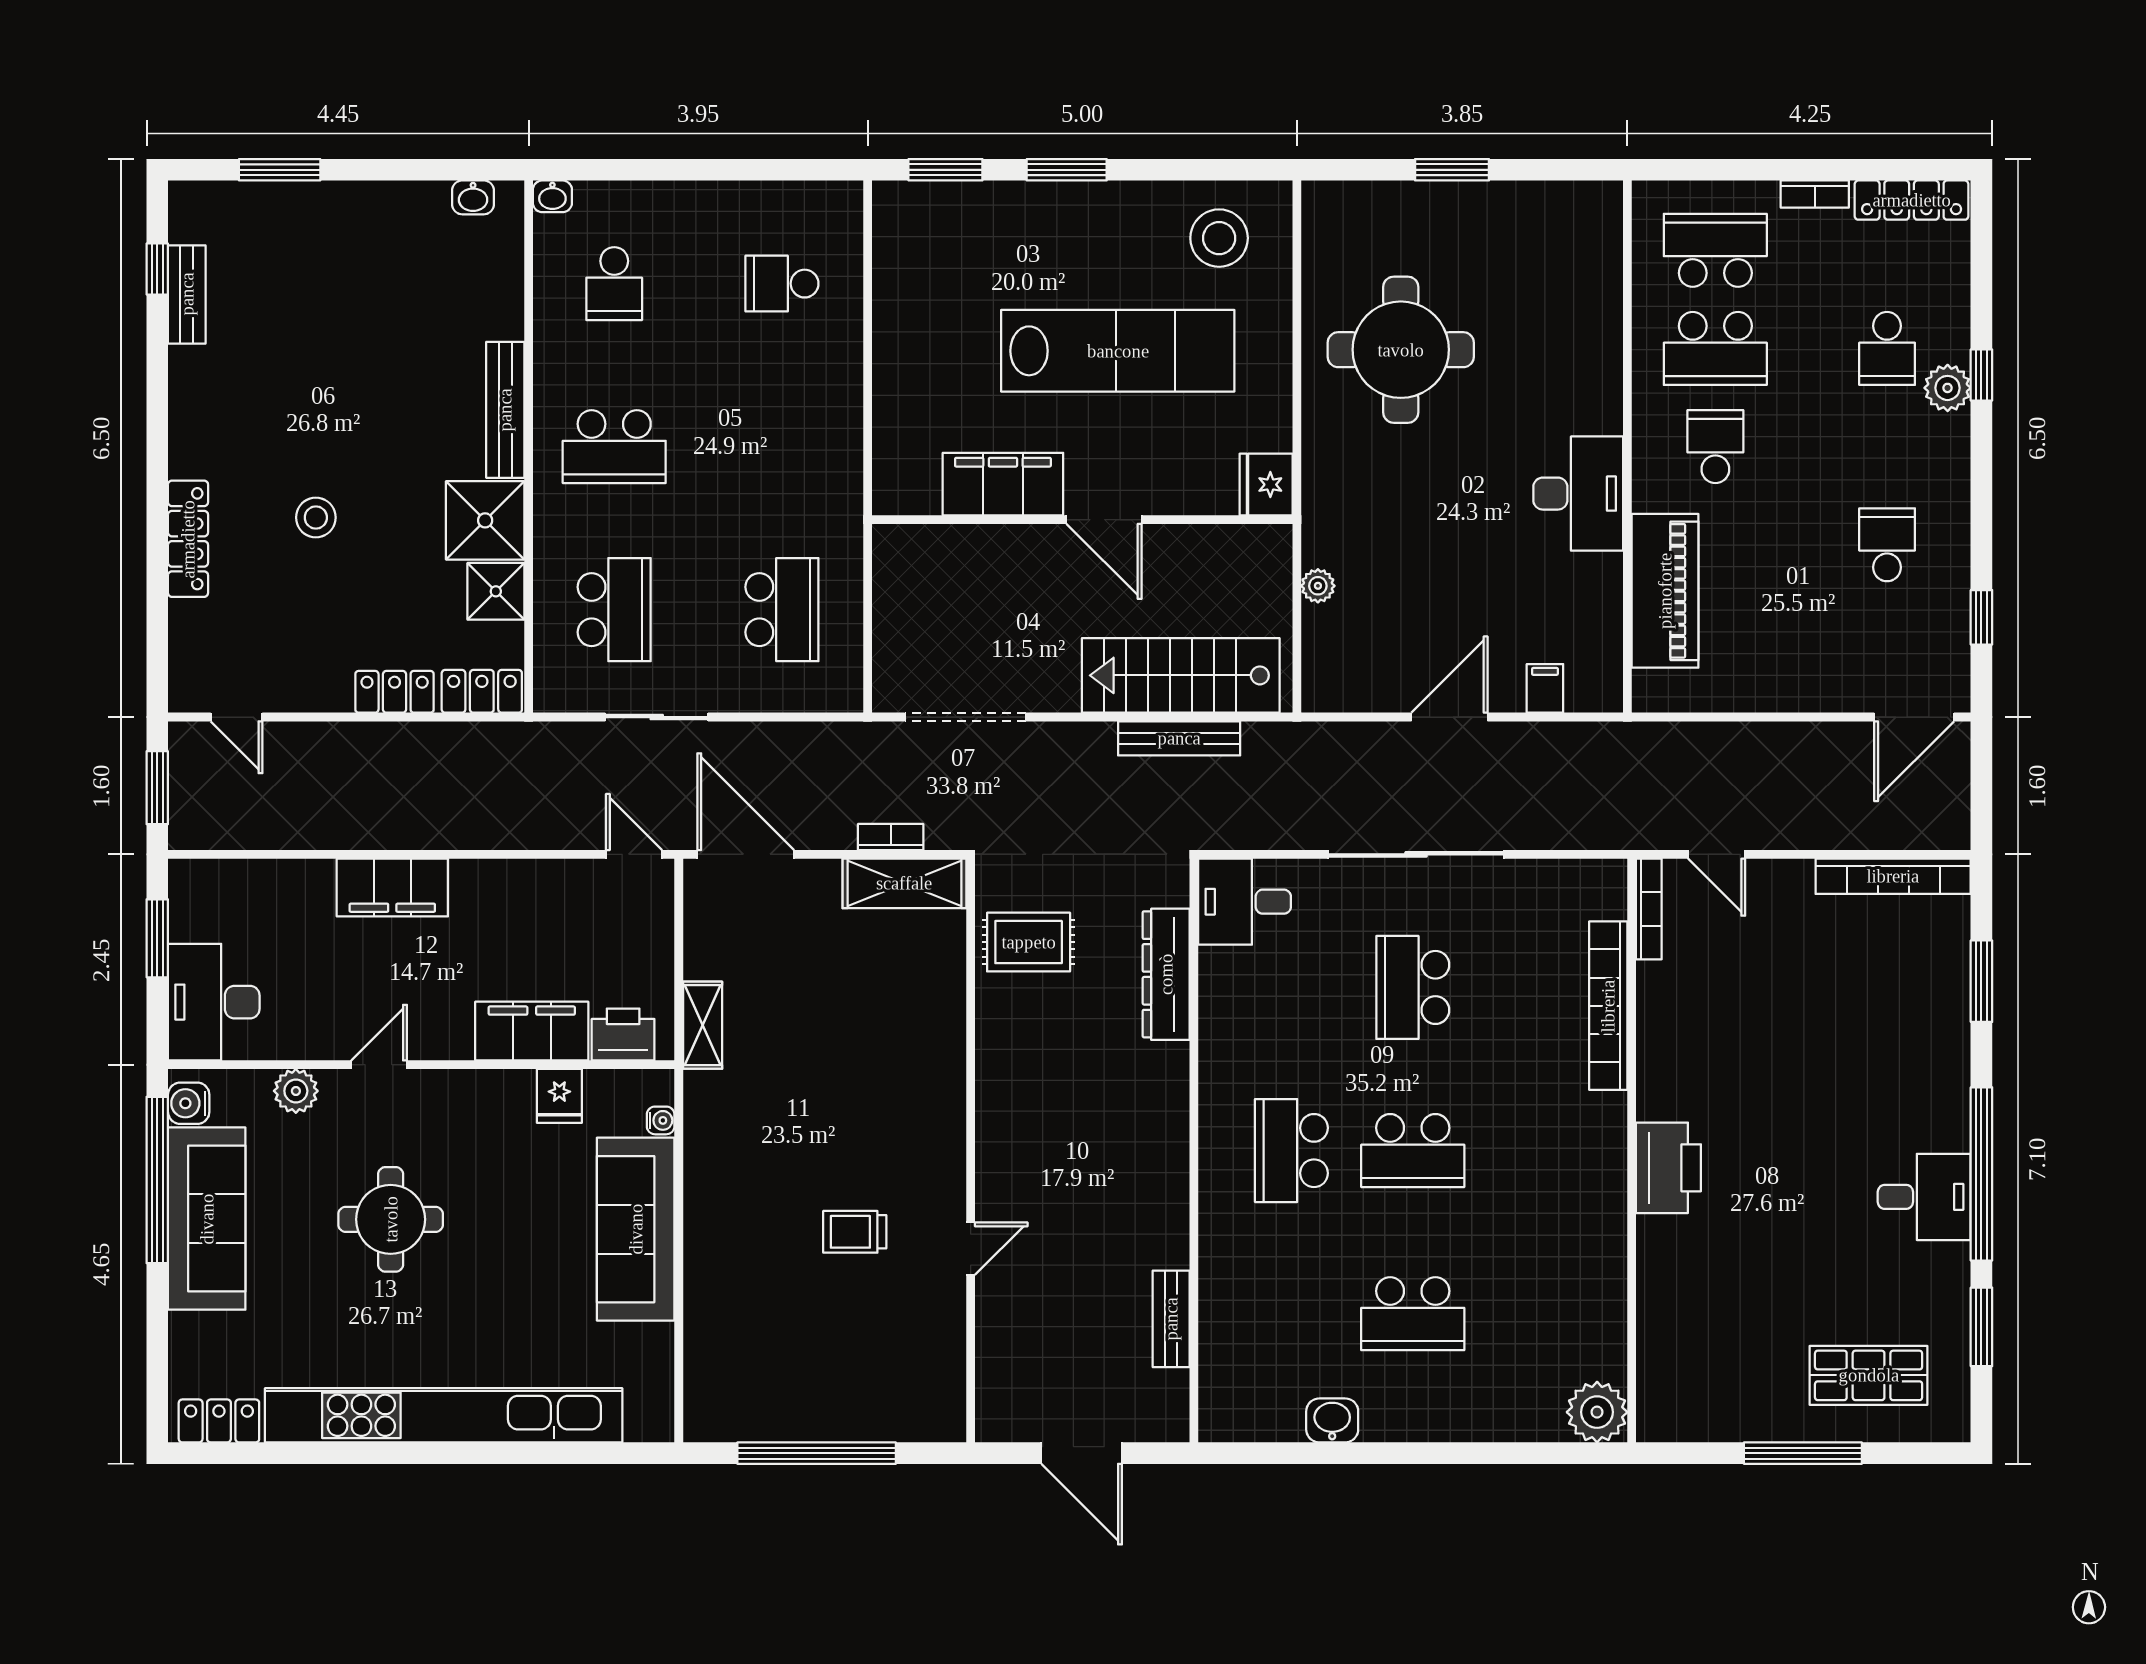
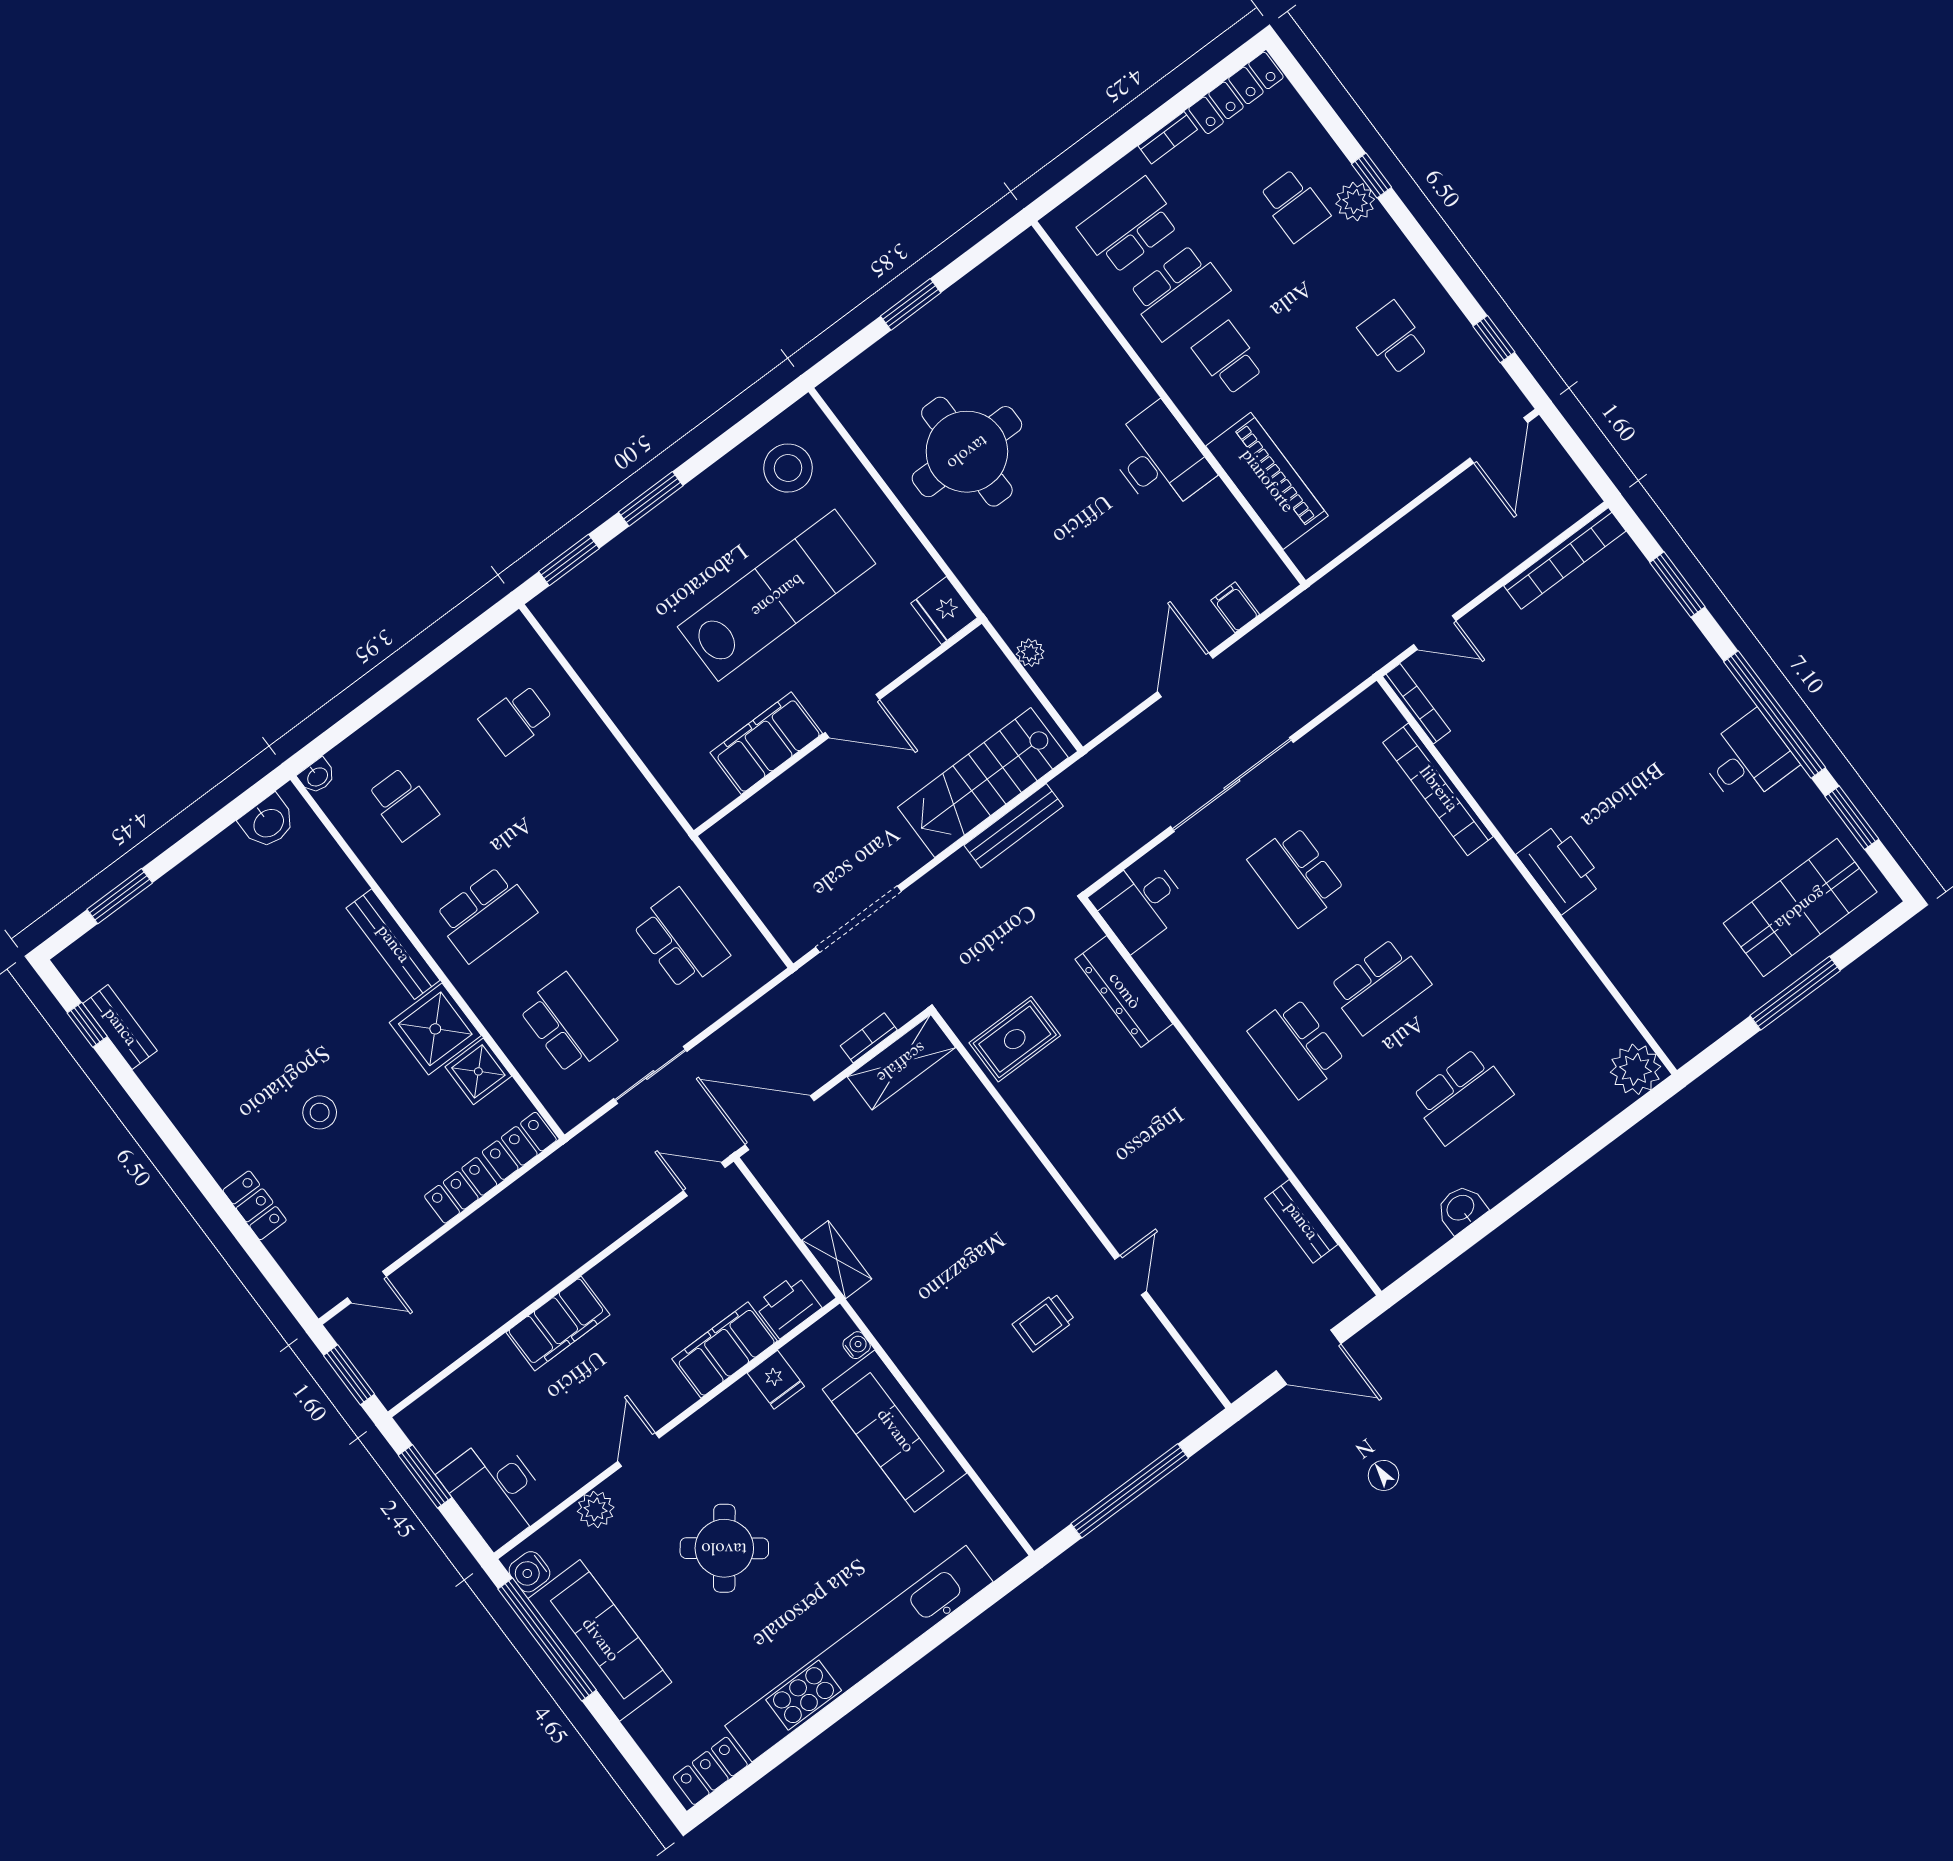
washbasin: (473, 197) -> (268, 822), width x1.38, depth x1.45
locker: (188, 539) -> (255, 1205), width x0.66
round table: (391, 1219) -> (724, 1548), turned 37
shop shelf: (1869, 1375) -> (1800, 908), width x1.43, depth x1.36

